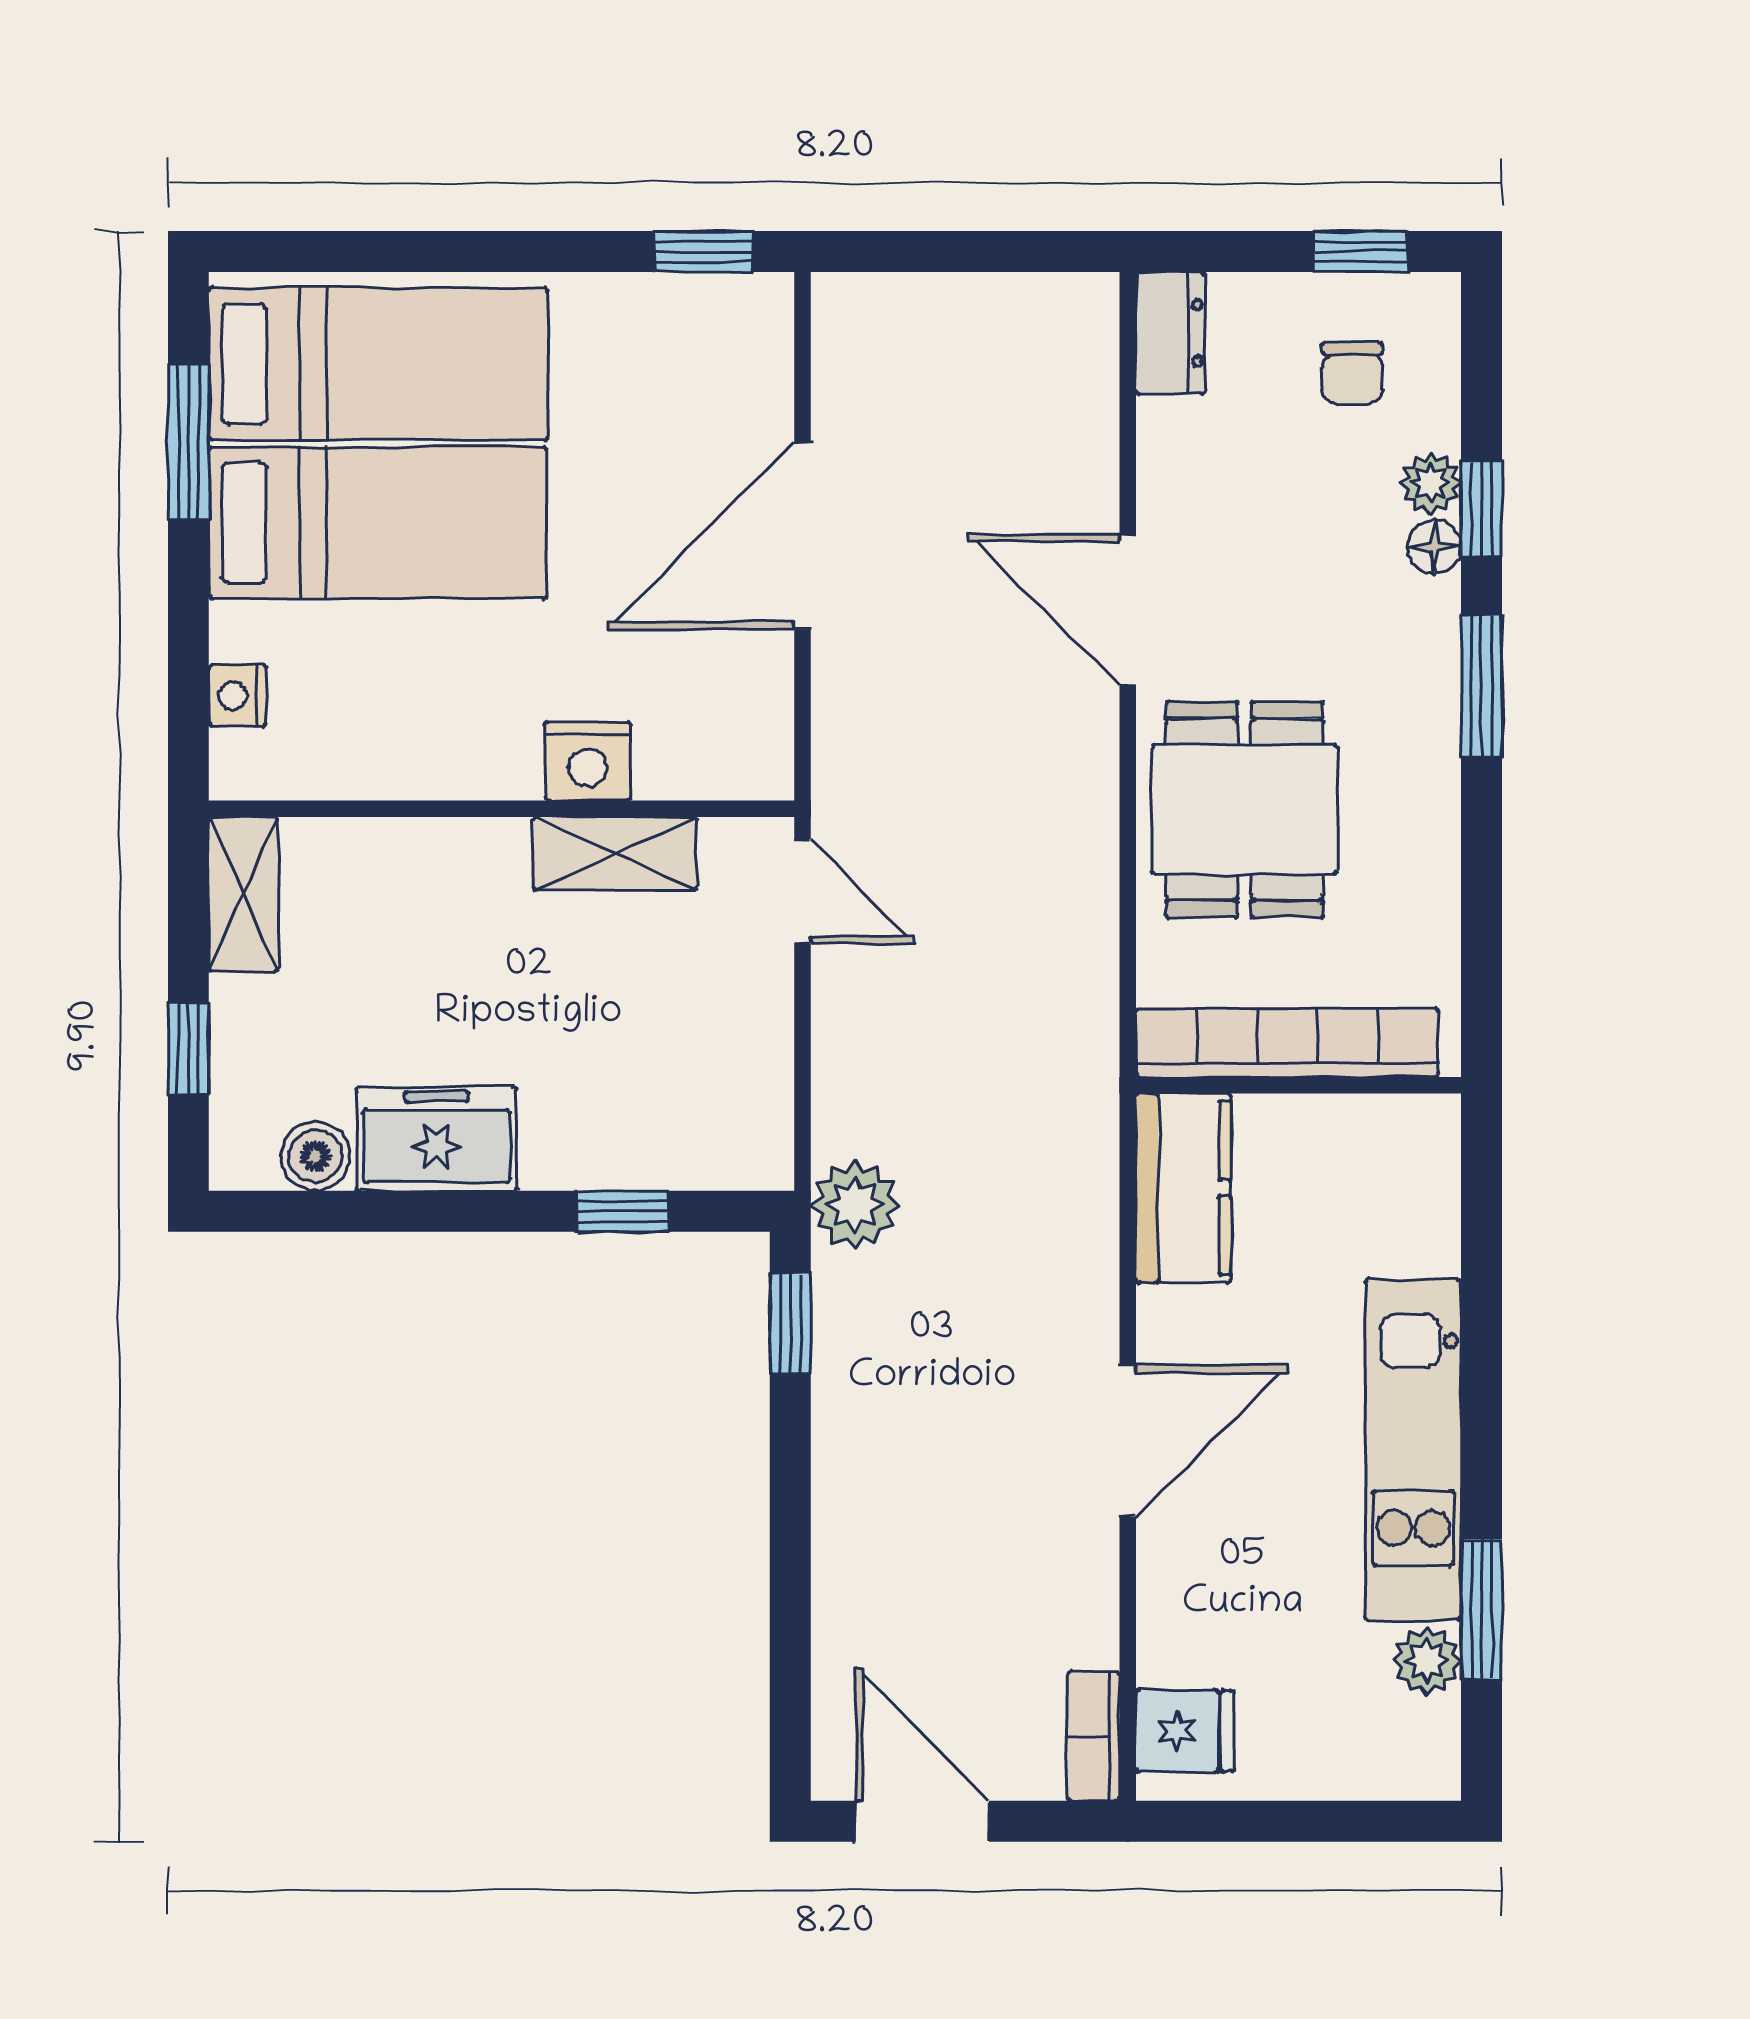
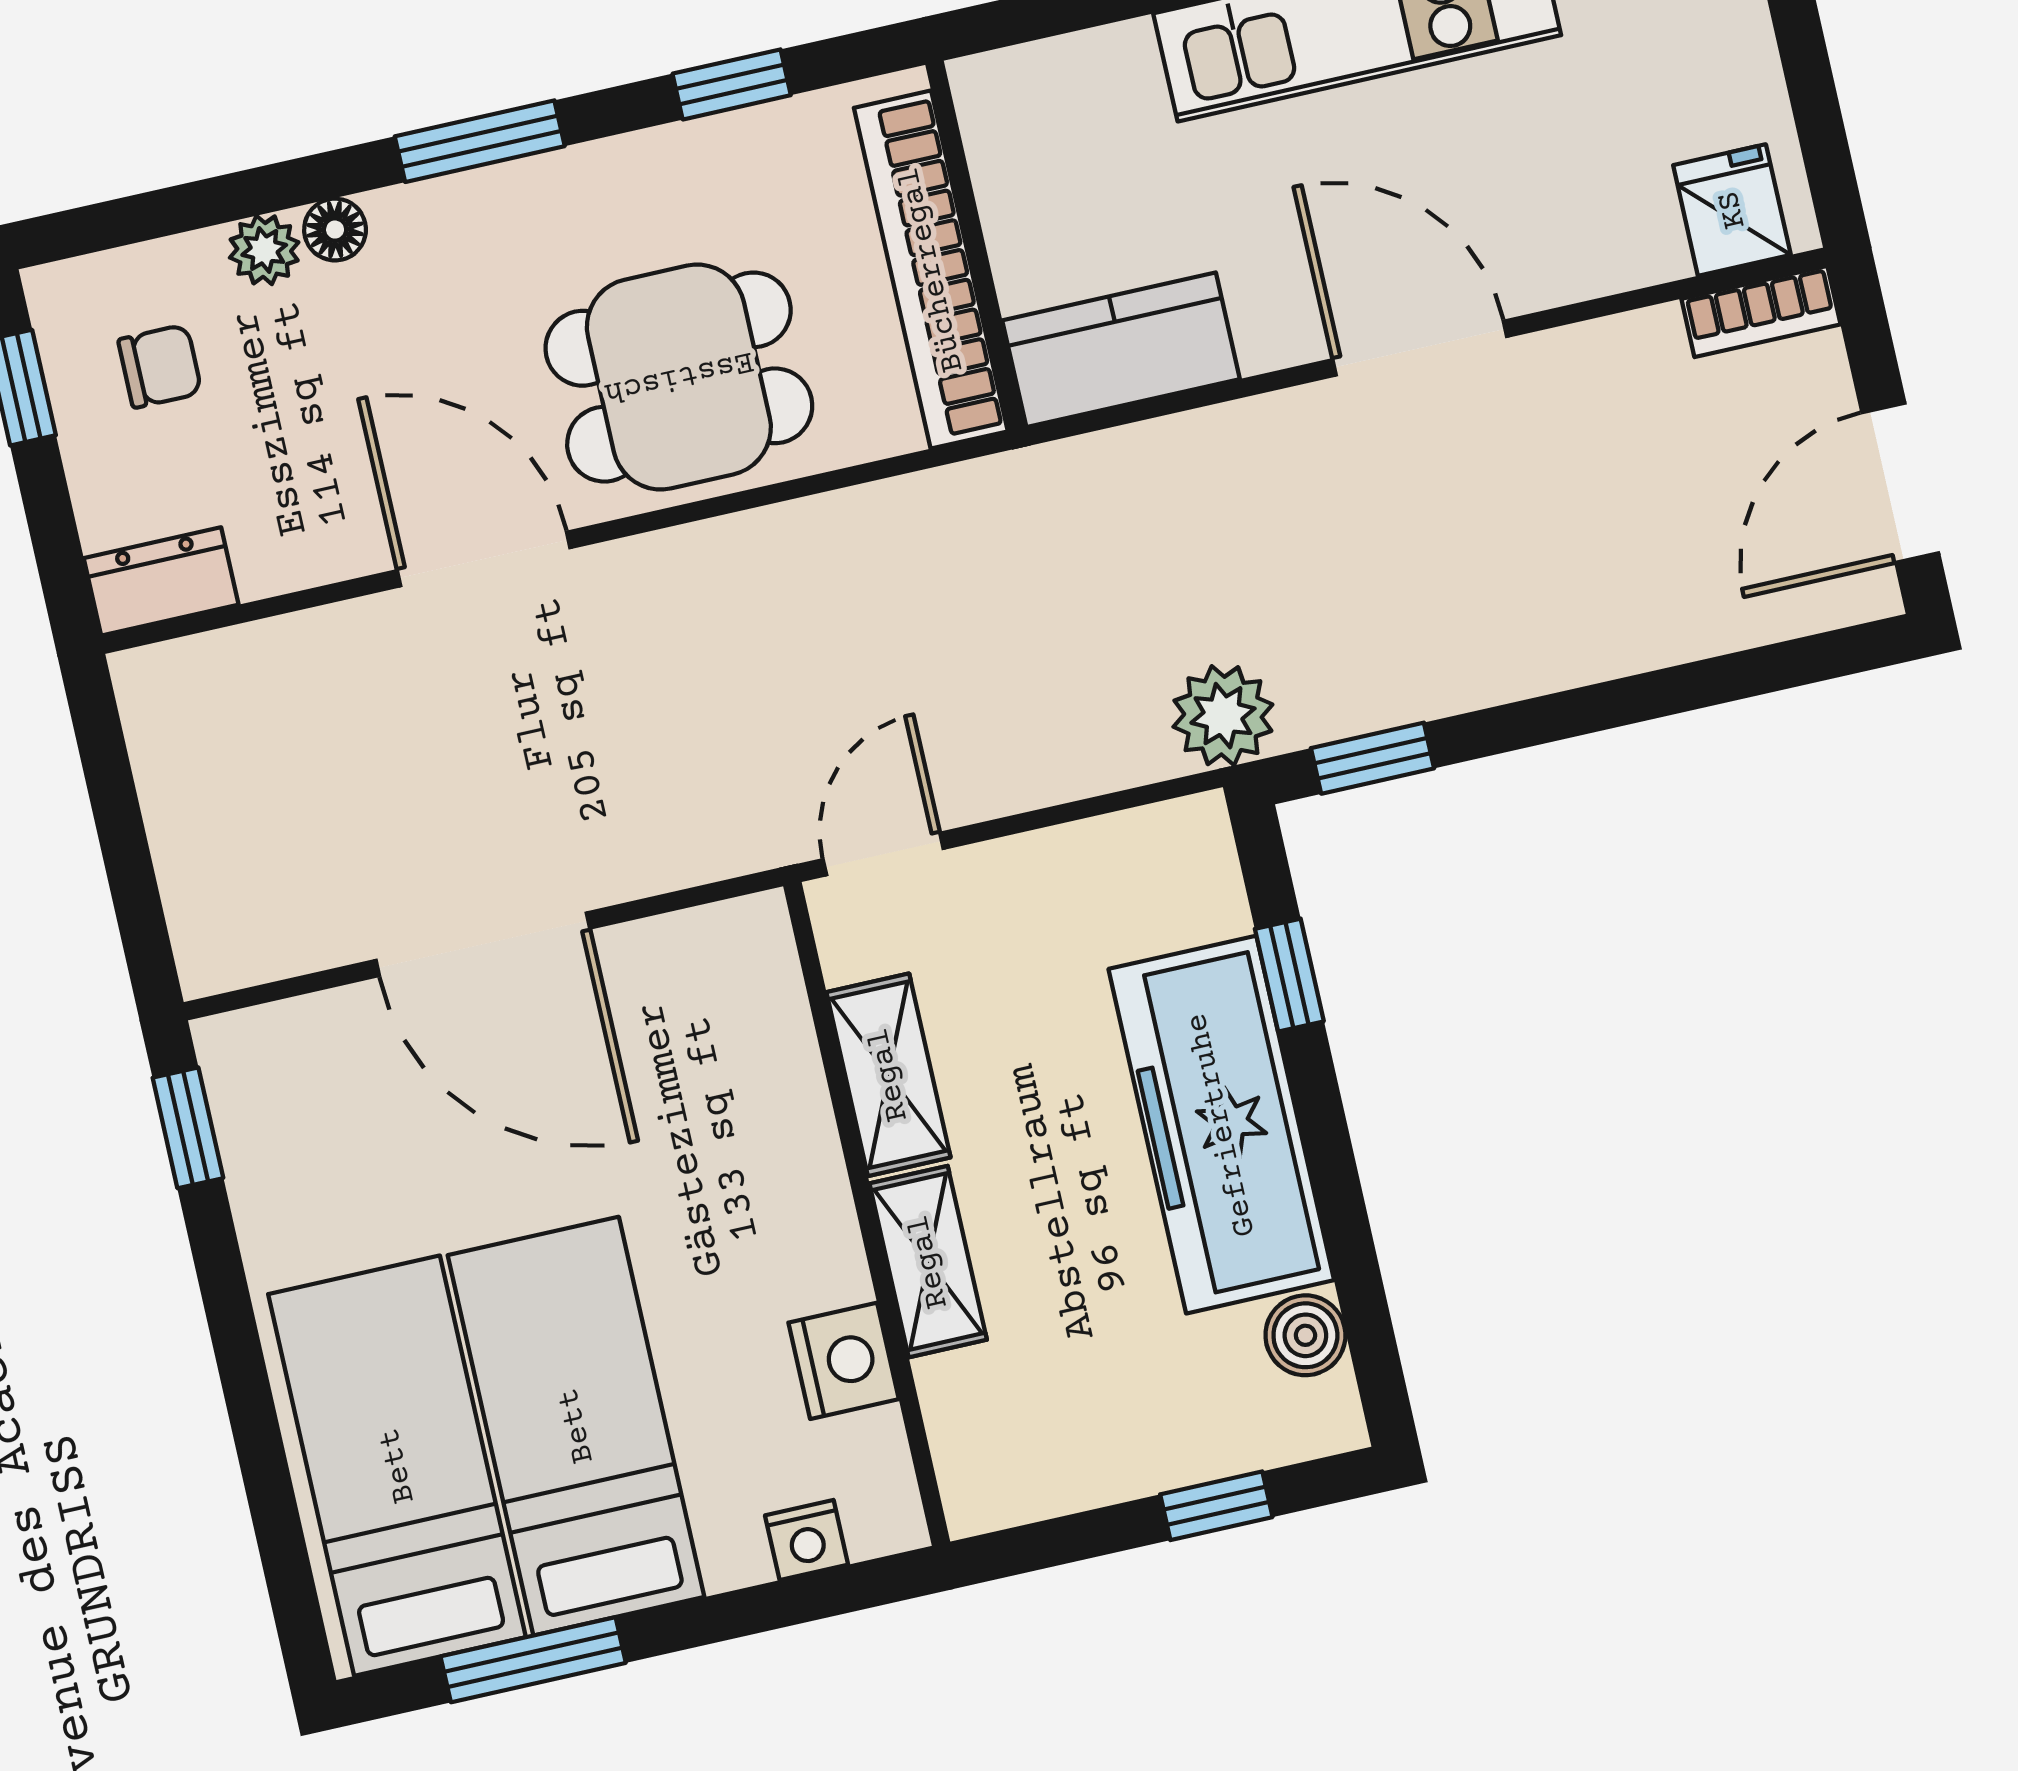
window: (1482, 509) -> (732, 84), moved
door: (1128, 610) -> (484, 559), swing flipped
nightstand: (588, 761) -> (844, 1361), moved
shelving: (243, 894) -> (928, 1262), moved, turned 90
freezer: (437, 1139) -> (1221, 1125), width x1.91, depth x1.26

